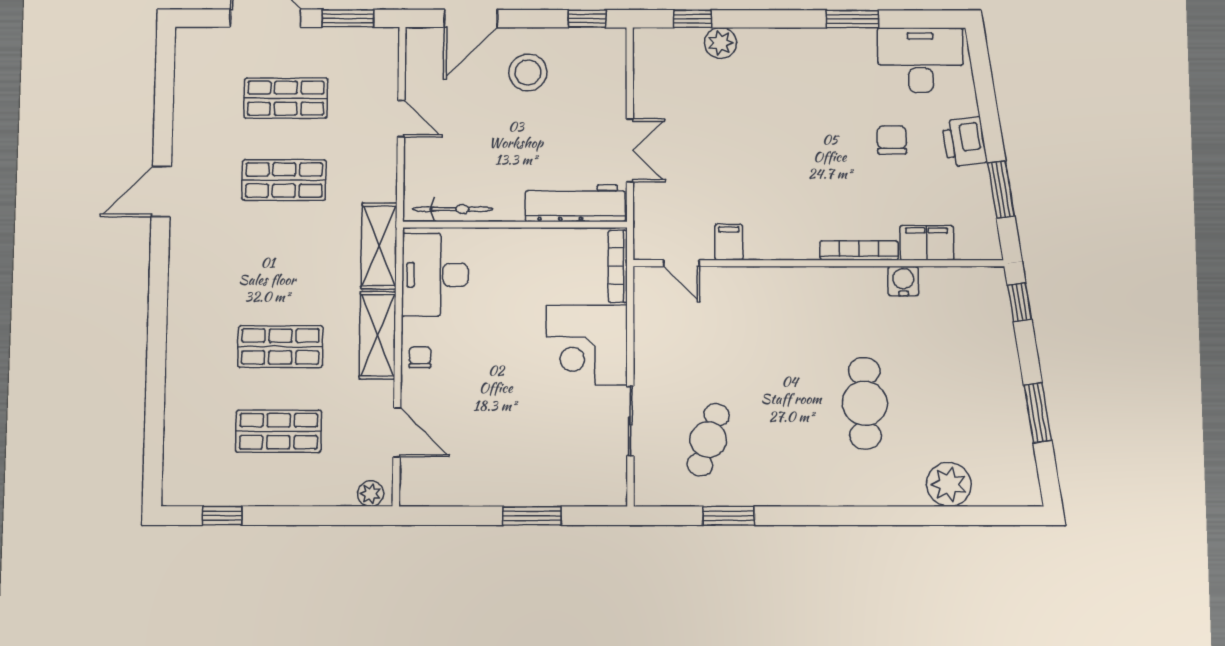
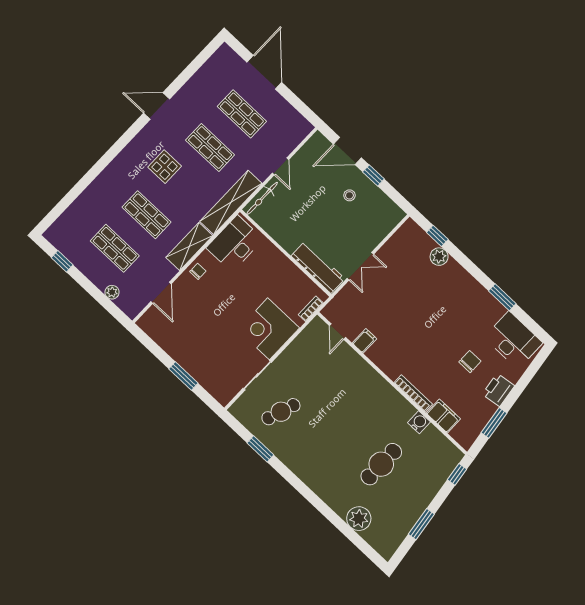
window: (348, 18) -> (298, 104), removed
window: (587, 19) -> (373, 175), moved
stool: (528, 73) -> (349, 195), width x0.53, depth x0.53
bicycle: (453, 209) -> (262, 198), moved, turned 90
shelving: (379, 246) -> (231, 202), width x1.47
display table: (246, 261) -> (165, 167), added
bookcase: (618, 266) -> (311, 309), width x0.64
cafe table: (865, 403) -> (381, 464), moved
plant: (371, 494) -> (112, 292), moved

